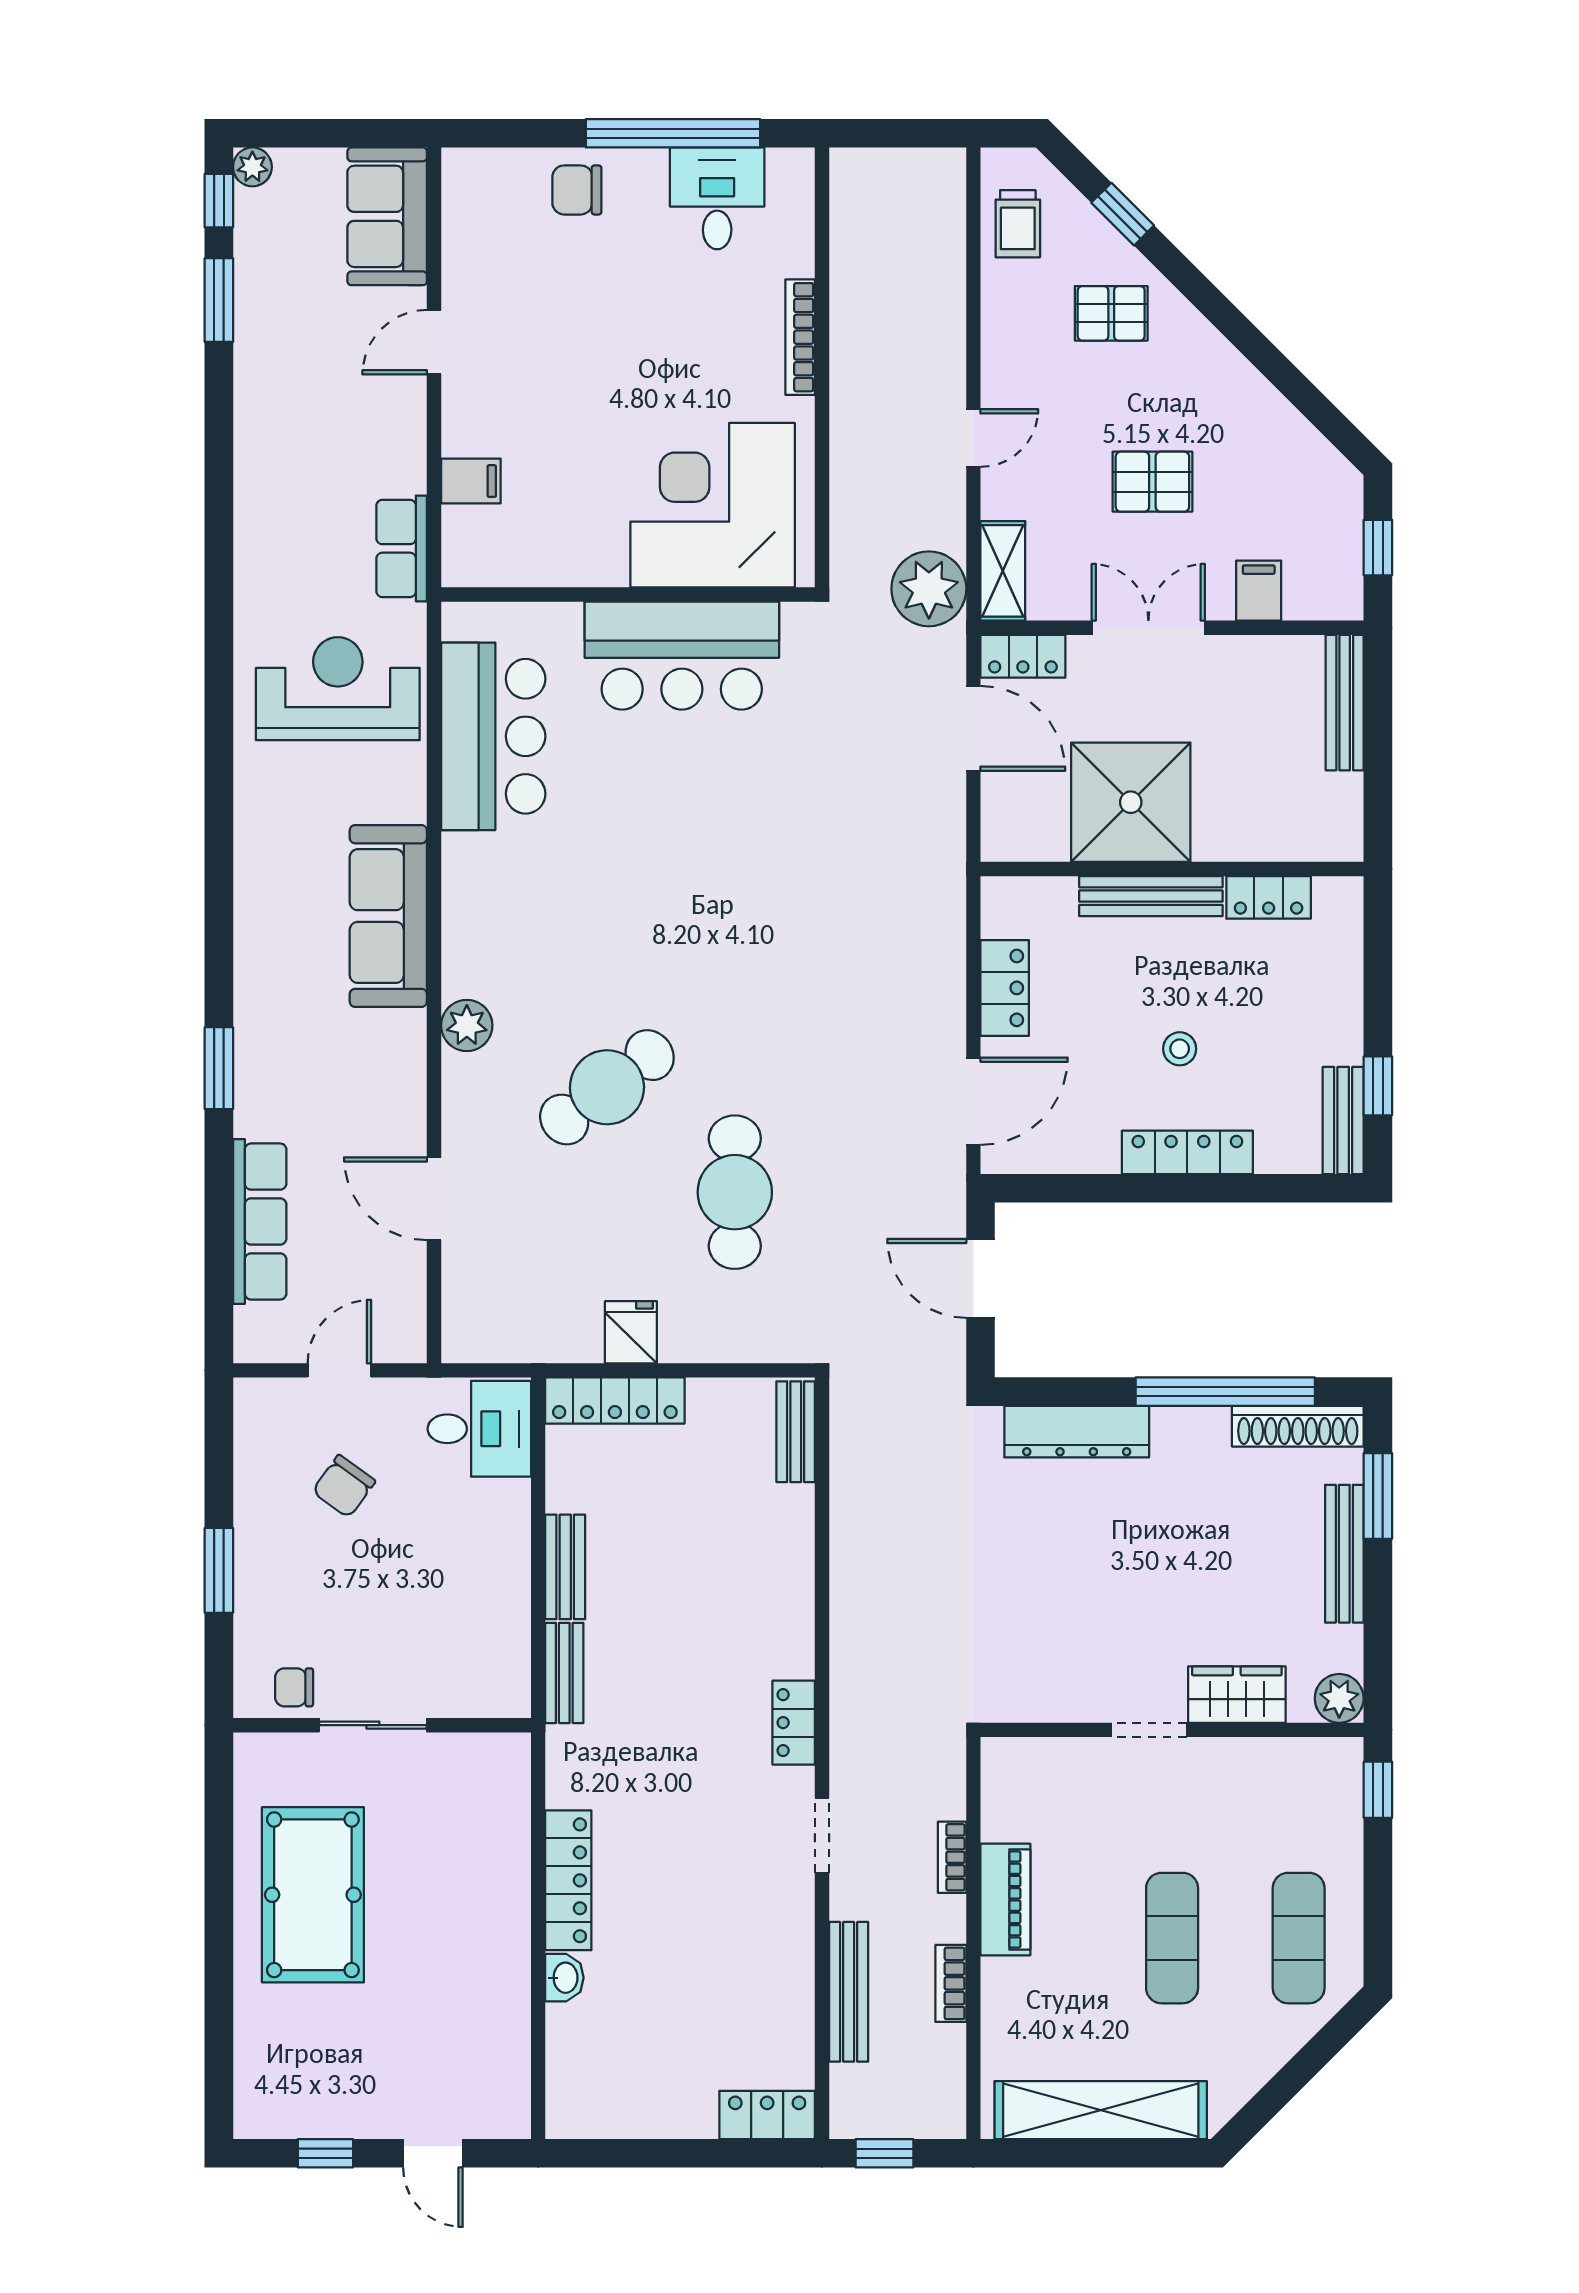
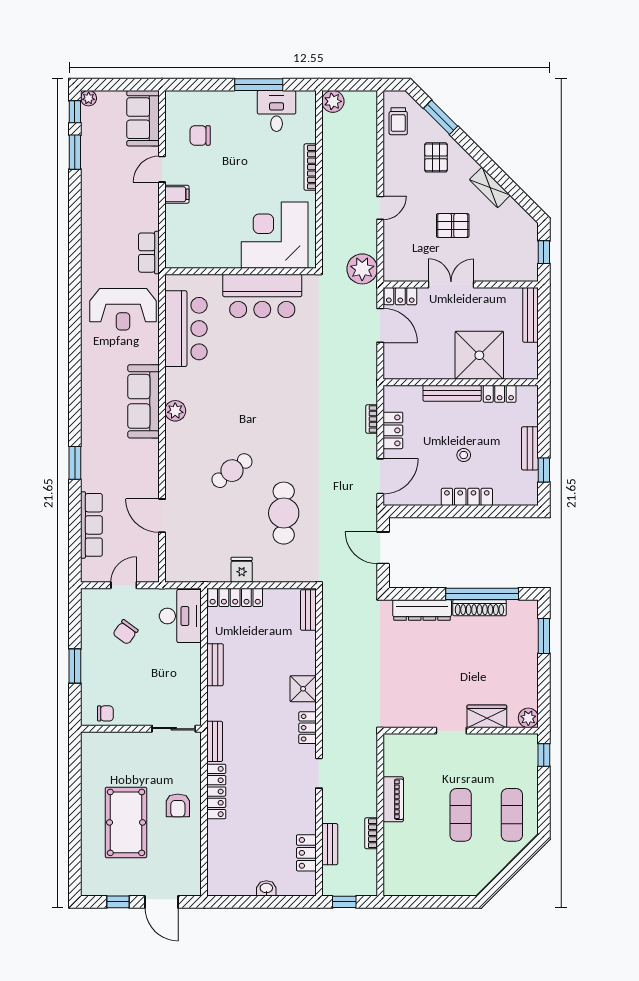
window: (673, 133) -> (259, 85), width x0.68
plant: (856, 175) -> (333, 101), added
chair: (577, 190) -> (200, 135), moved
window: (1123, 214) -> (441, 117), width x1.50
pallet: (1111, 313) -> (436, 157), turned 90
filing cabinet: (471, 481) -> (177, 194), moved
shelving: (1003, 571) -> (490, 187), moved, turned -45
filing cabinet: (1259, 591) -> (496, 270), removed
reception desk: (338, 689) -> (123, 309), turned 180
shower: (1131, 802) -> (479, 355), moved
plant: (467, 1025) -> (175, 411), moved
cafe table: (607, 1087) -> (232, 471), width x0.73, depth x0.74
bench: (1343, 1120) -> (530, 448), moved
shoe rack: (1298, 1426) -> (479, 608), moved
desk: (479, 1429) -> (180, 616), width x1.37
bench: (1344, 1554) -> (530, 659), removed
shower: (783, 1626) -> (303, 689), added
bench: (564, 1673) -> (215, 741), moved
chair: (294, 1687) -> (105, 713), turned 180
sliding door: (373, 1725) -> (174, 729), moved
bookcase: (952, 1857) -> (372, 419), moved
pool table: (313, 1895) -> (126, 822), moved
armchair: (473, 1915) -> (178, 805), added
washbasin: (564, 1978) -> (266, 888), moved, turned -90
bench: (849, 1992) -> (330, 844), width x0.73
shelving: (1101, 2110) -> (432, 884), removed
locker: (767, 2115) -> (306, 853), moved, turned -90
door: (433, 2153) -> (162, 902), width x1.38

